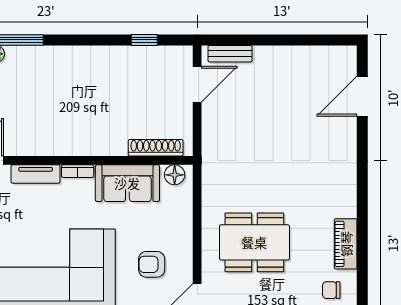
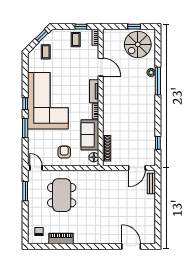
door: (197, 84) -> (137, 168), hinge flipped
armchair: (152, 264) -> (64, 152), moved

